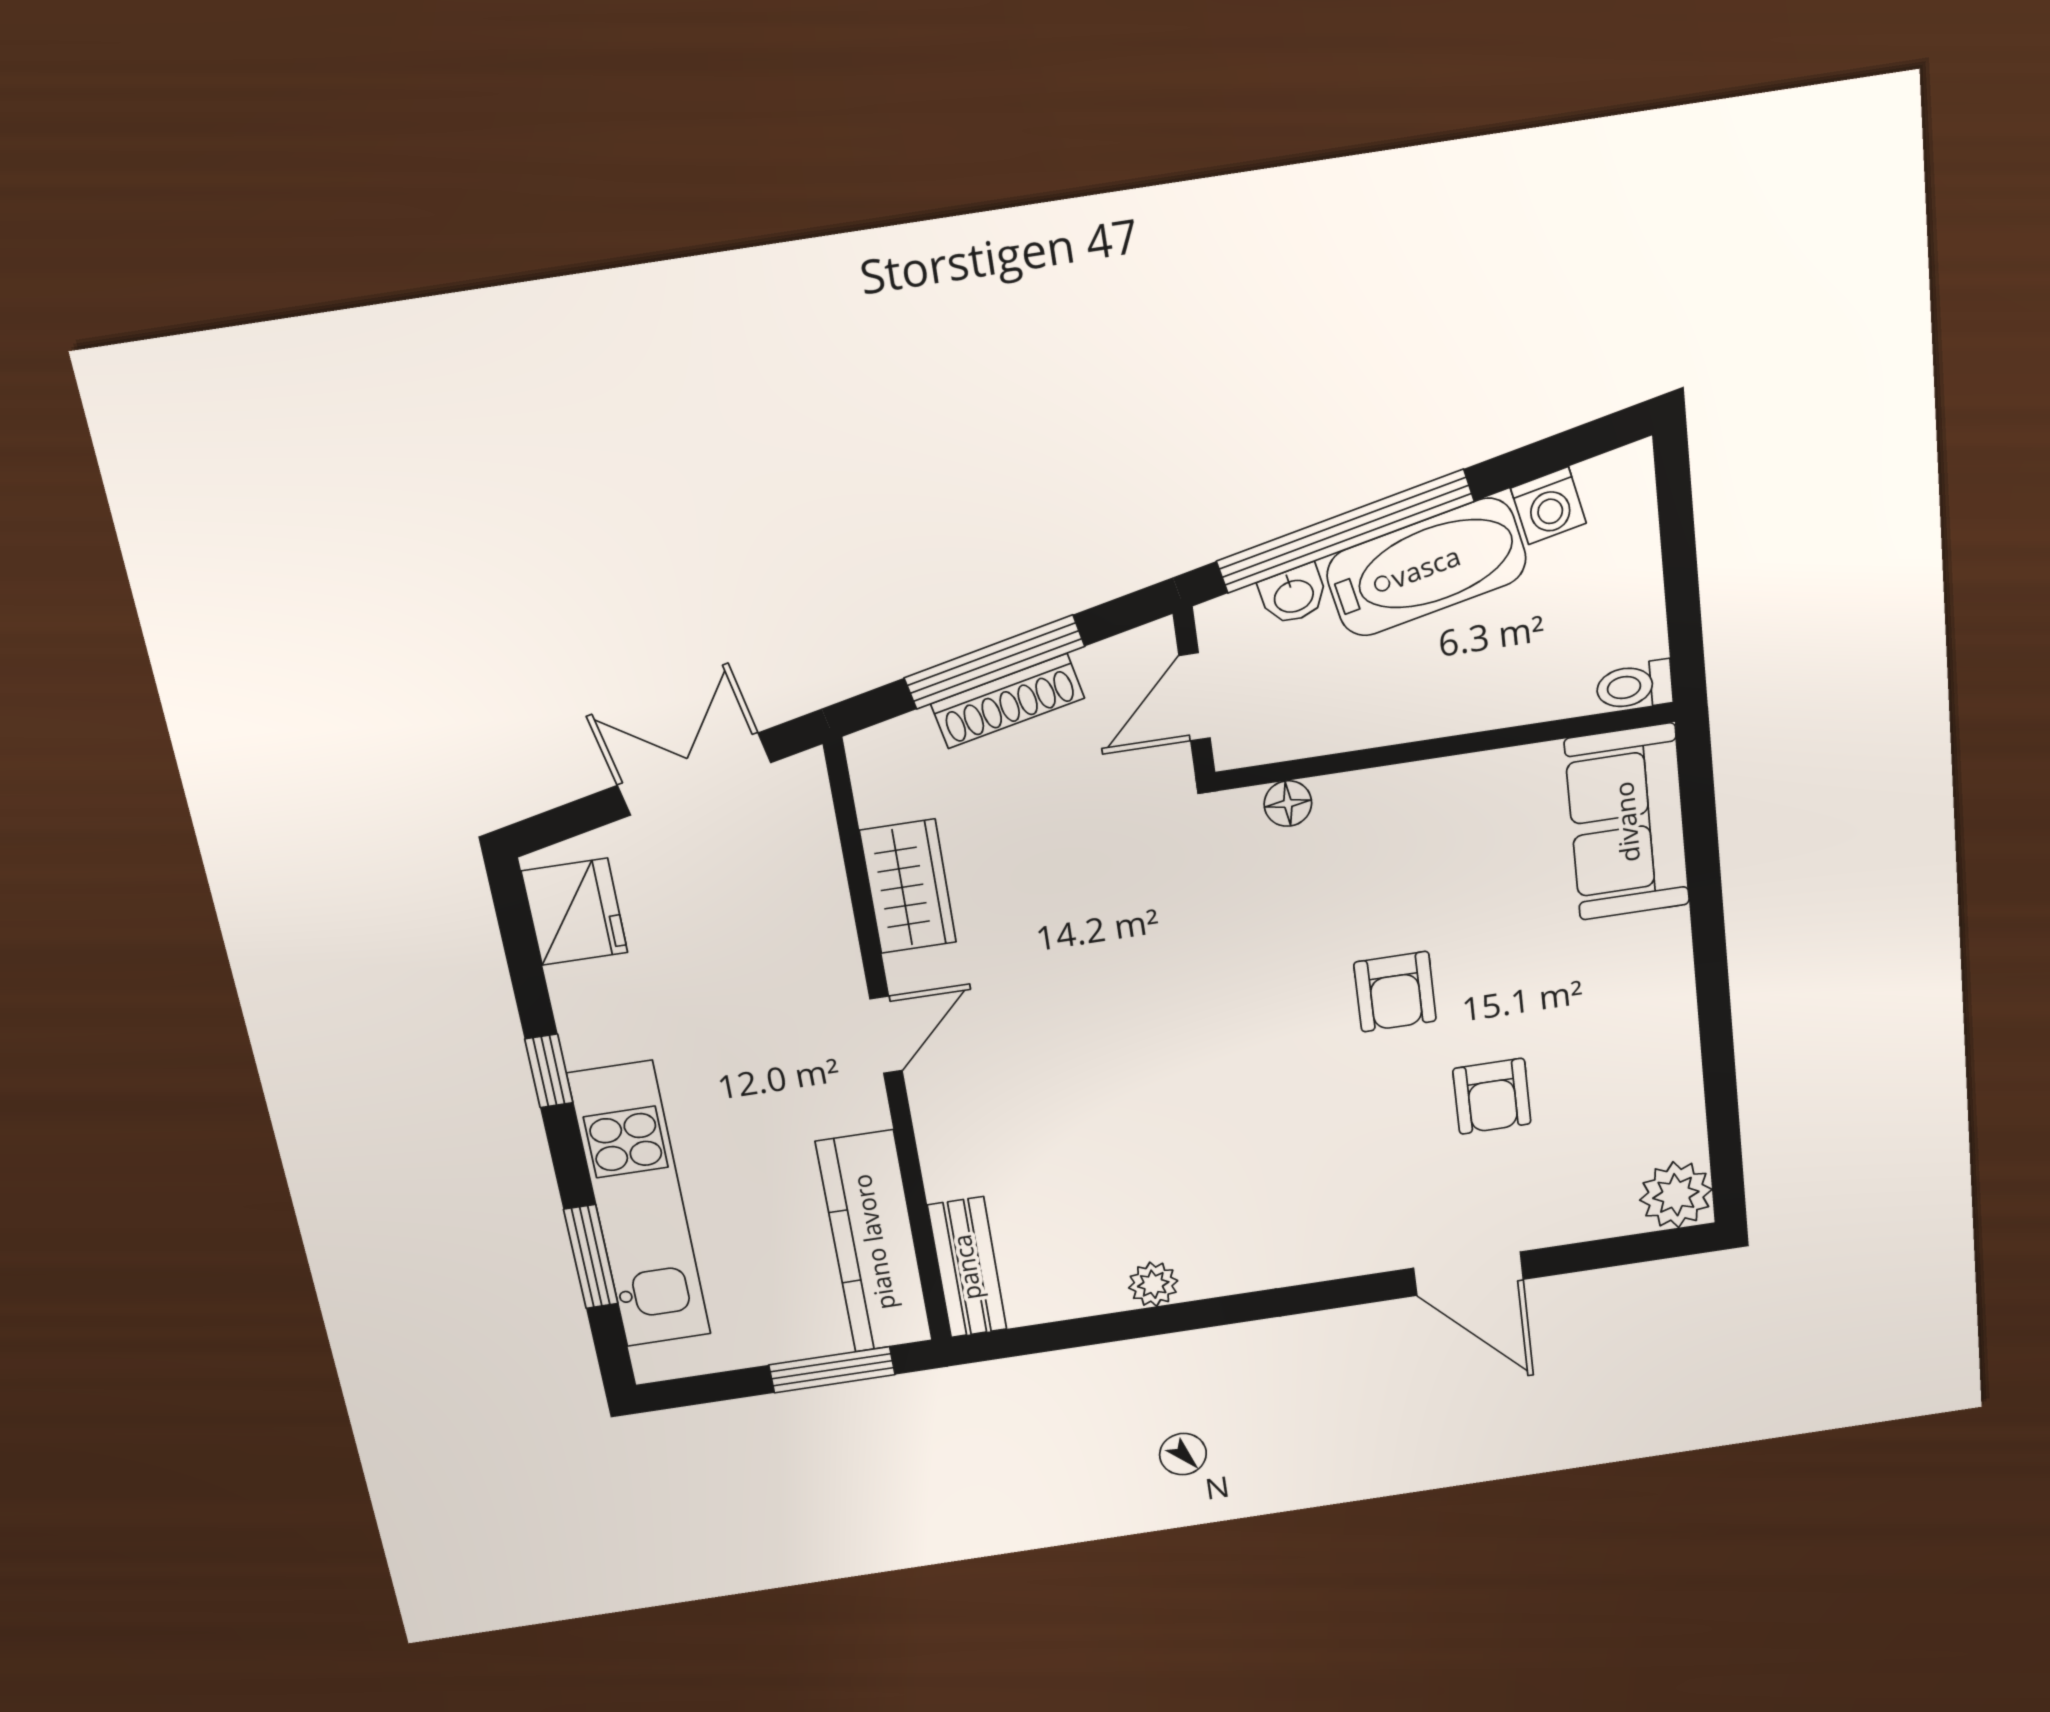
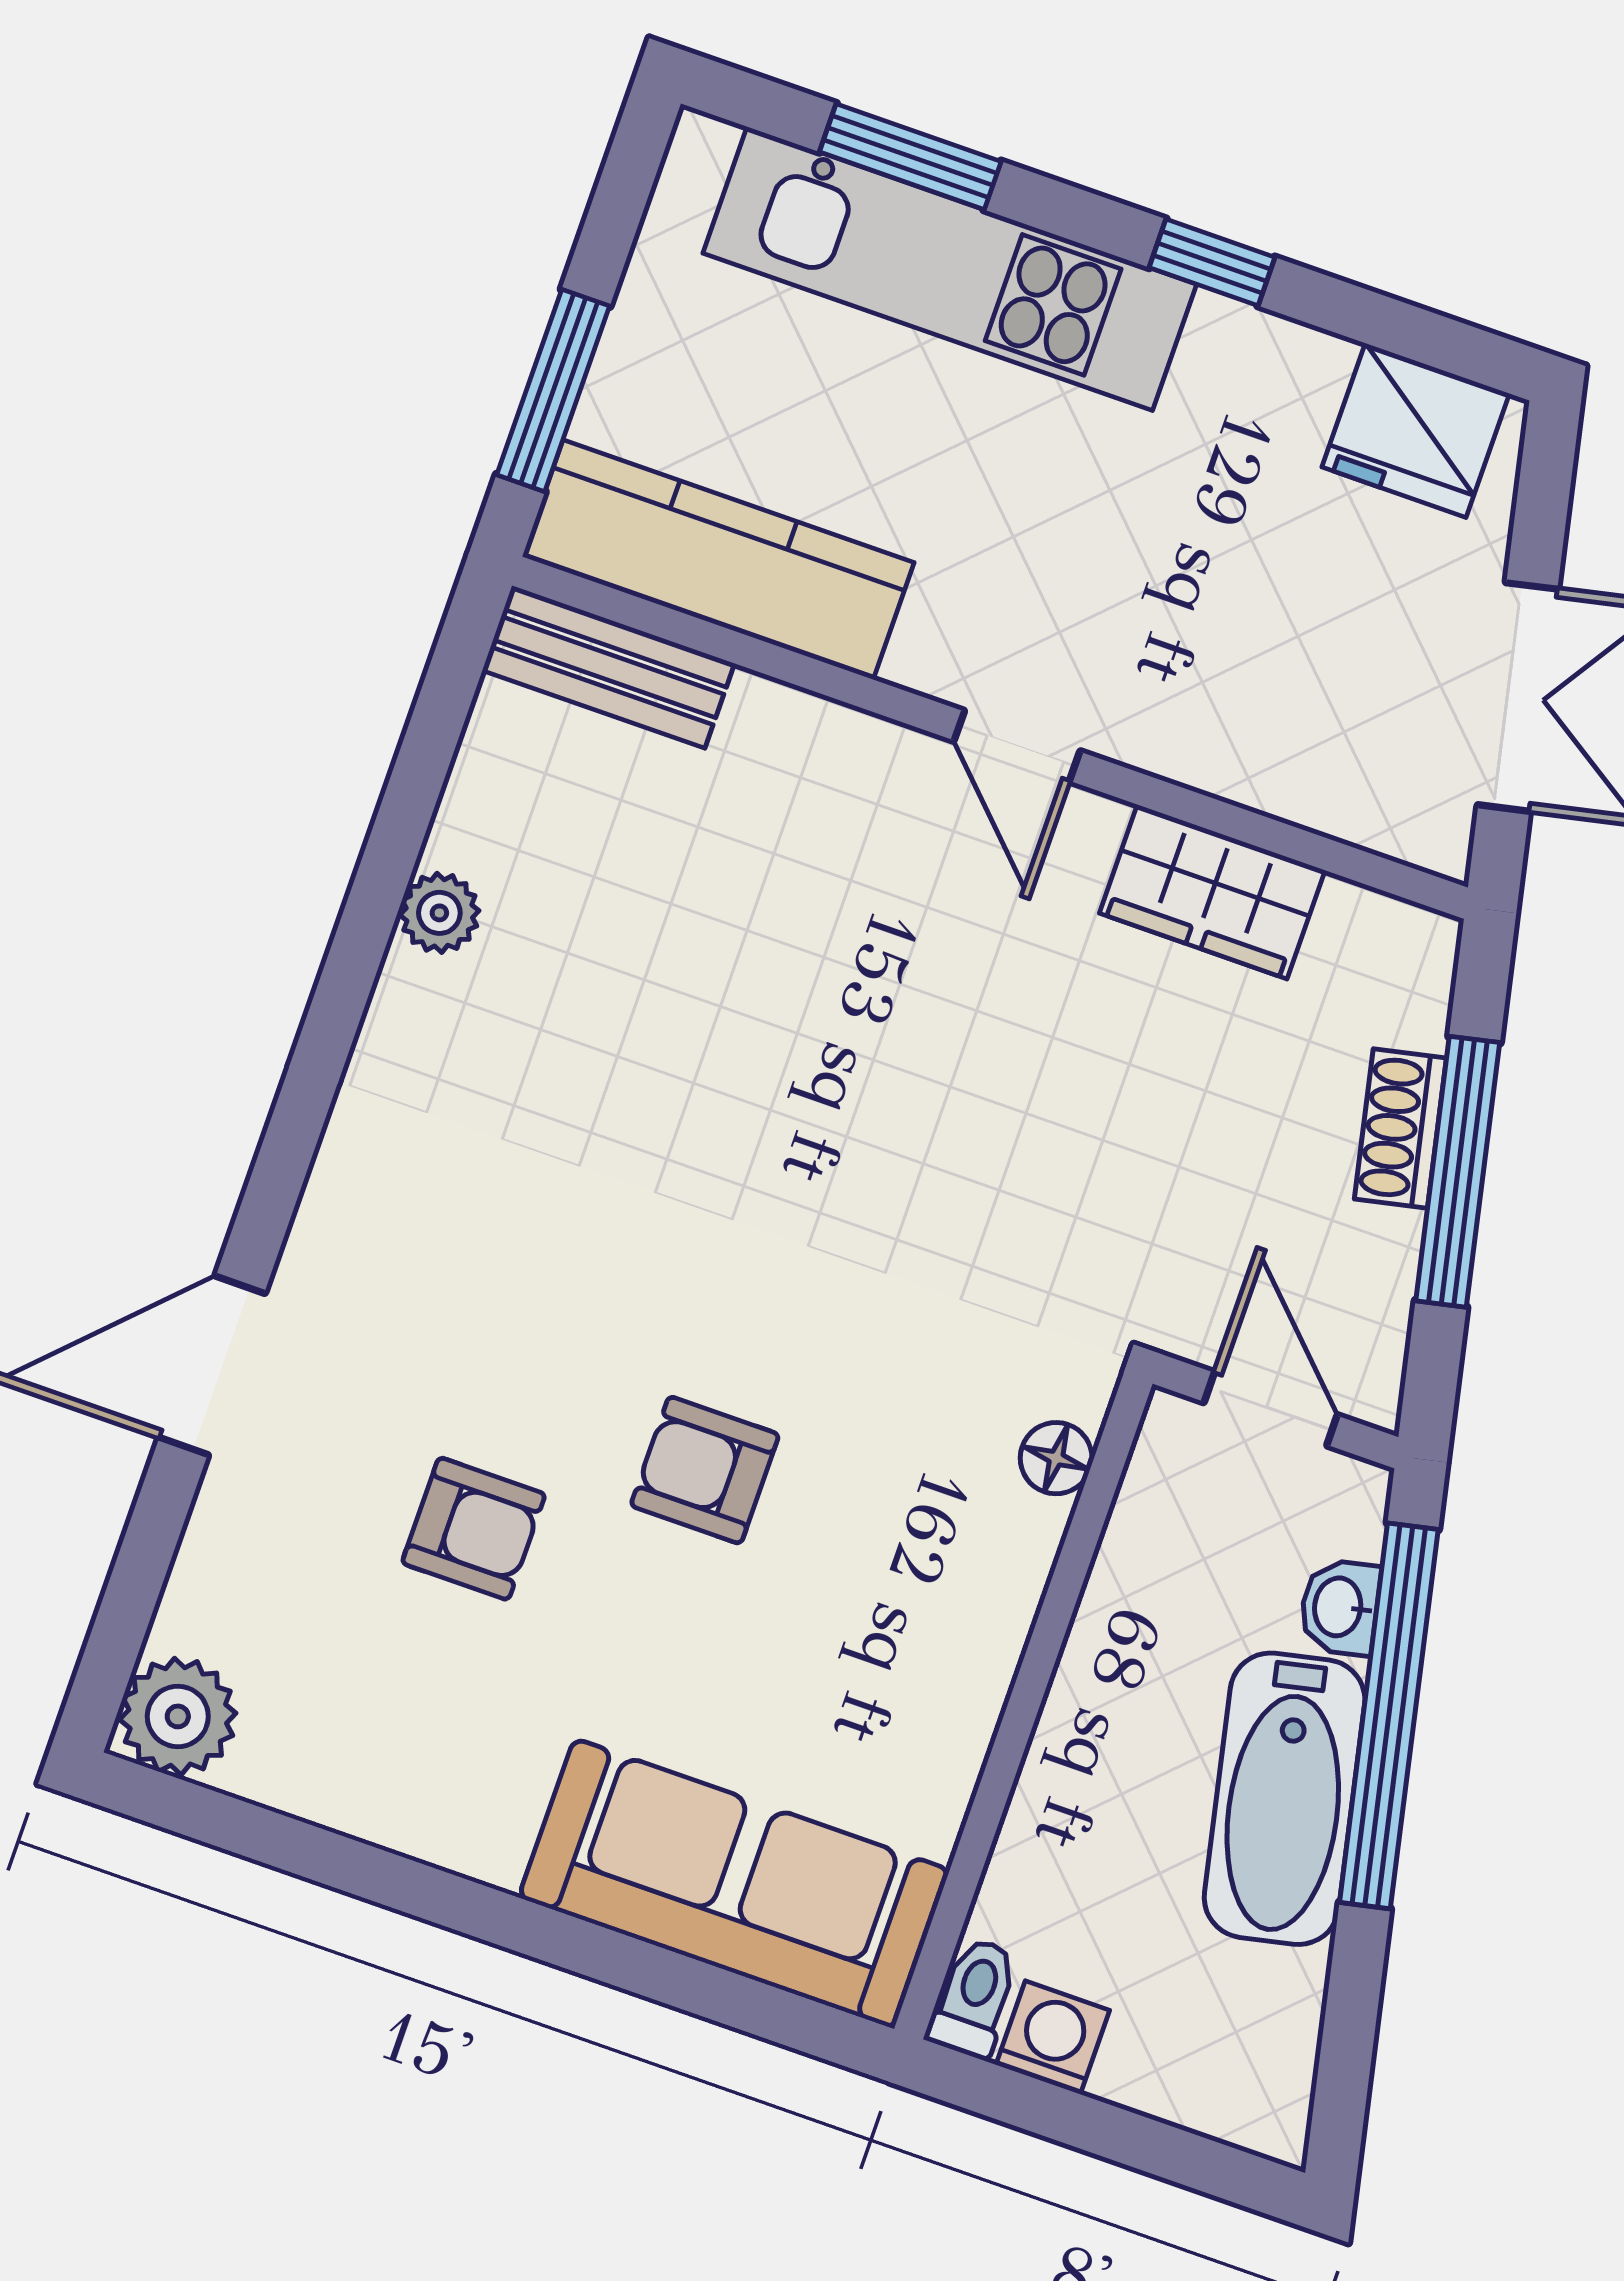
washing machine: (1548, 506) -> (1053, 2037), moved, turned 102
shoe rack: (1008, 701) -> (1400, 1129), width x0.70
sofa: (1627, 822) -> (734, 1884), width x1.36
armchair: (1492, 1096) -> (474, 1529), turned 180

